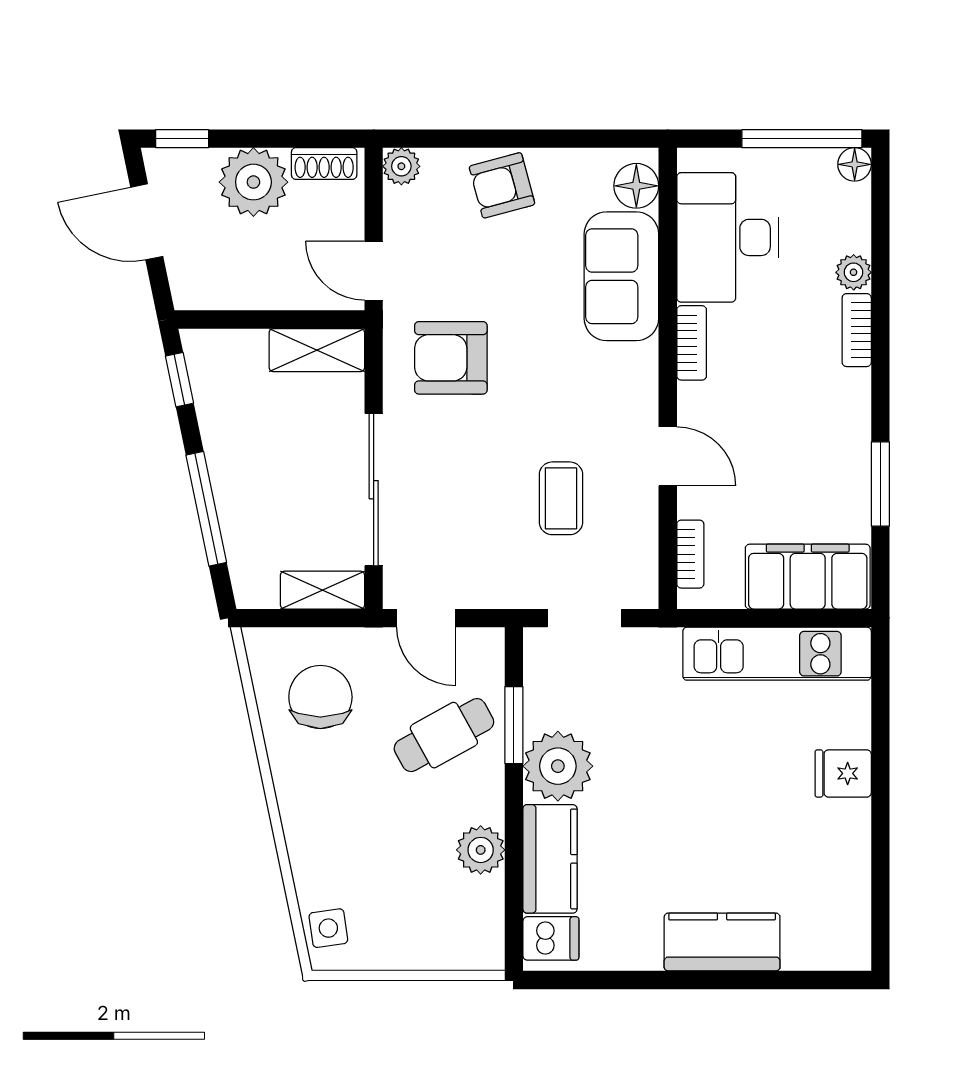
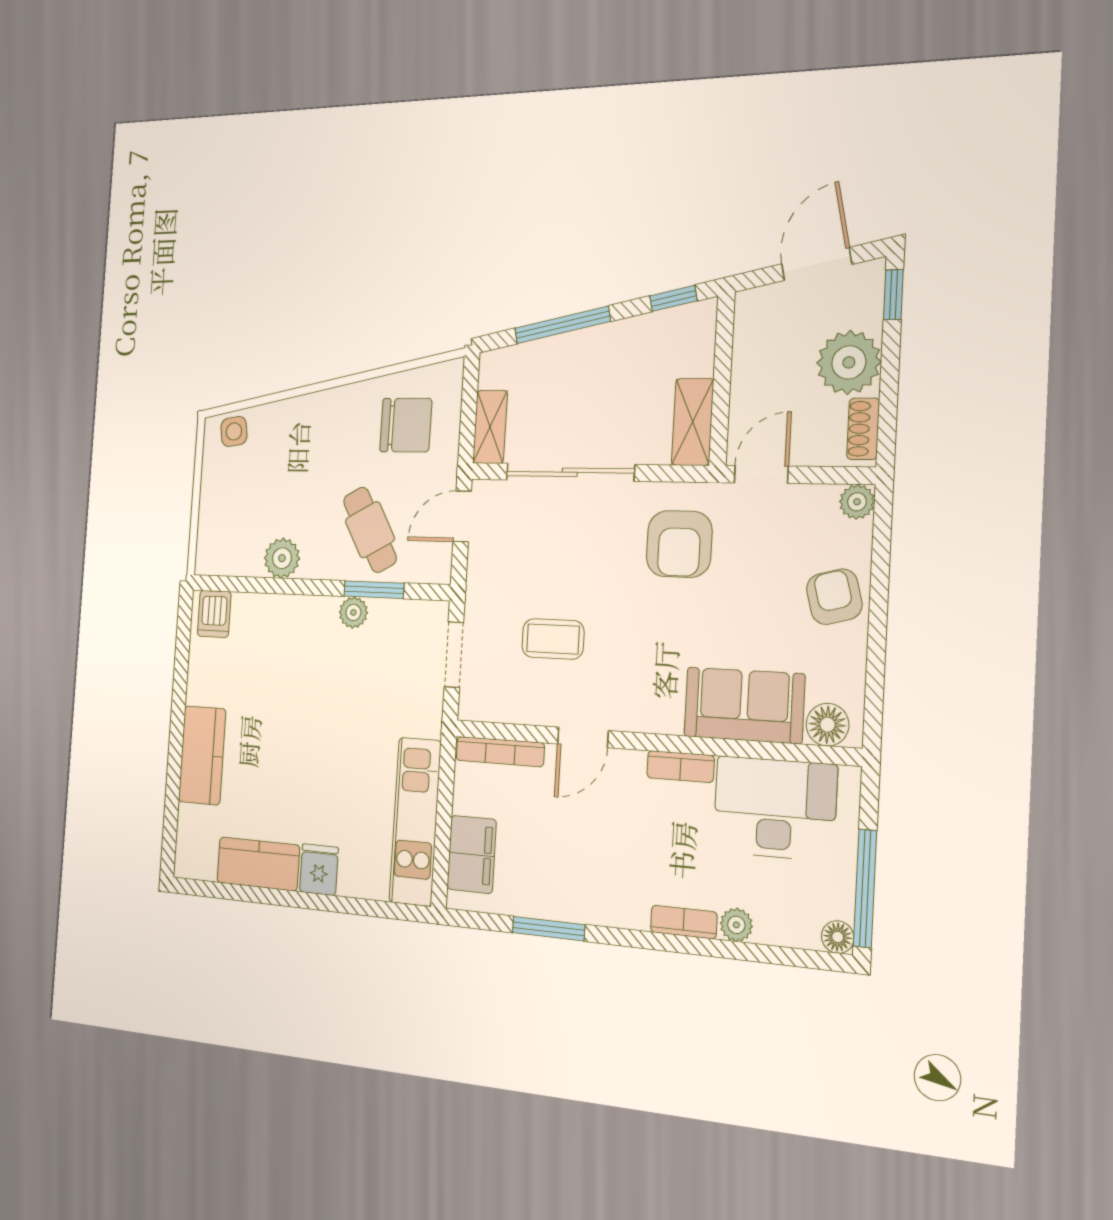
armchair: (451, 358) -> (679, 544), turned 180
bookcase: (690, 554) -> (500, 752), width x1.56
filing cabinet: (808, 577) -> (472, 854), width x0.67, depth x0.86
plant: (558, 766) -> (353, 612), width x0.53, depth x0.53
kitchen counter: (550, 859) -> (258, 864), moved, turned 180

